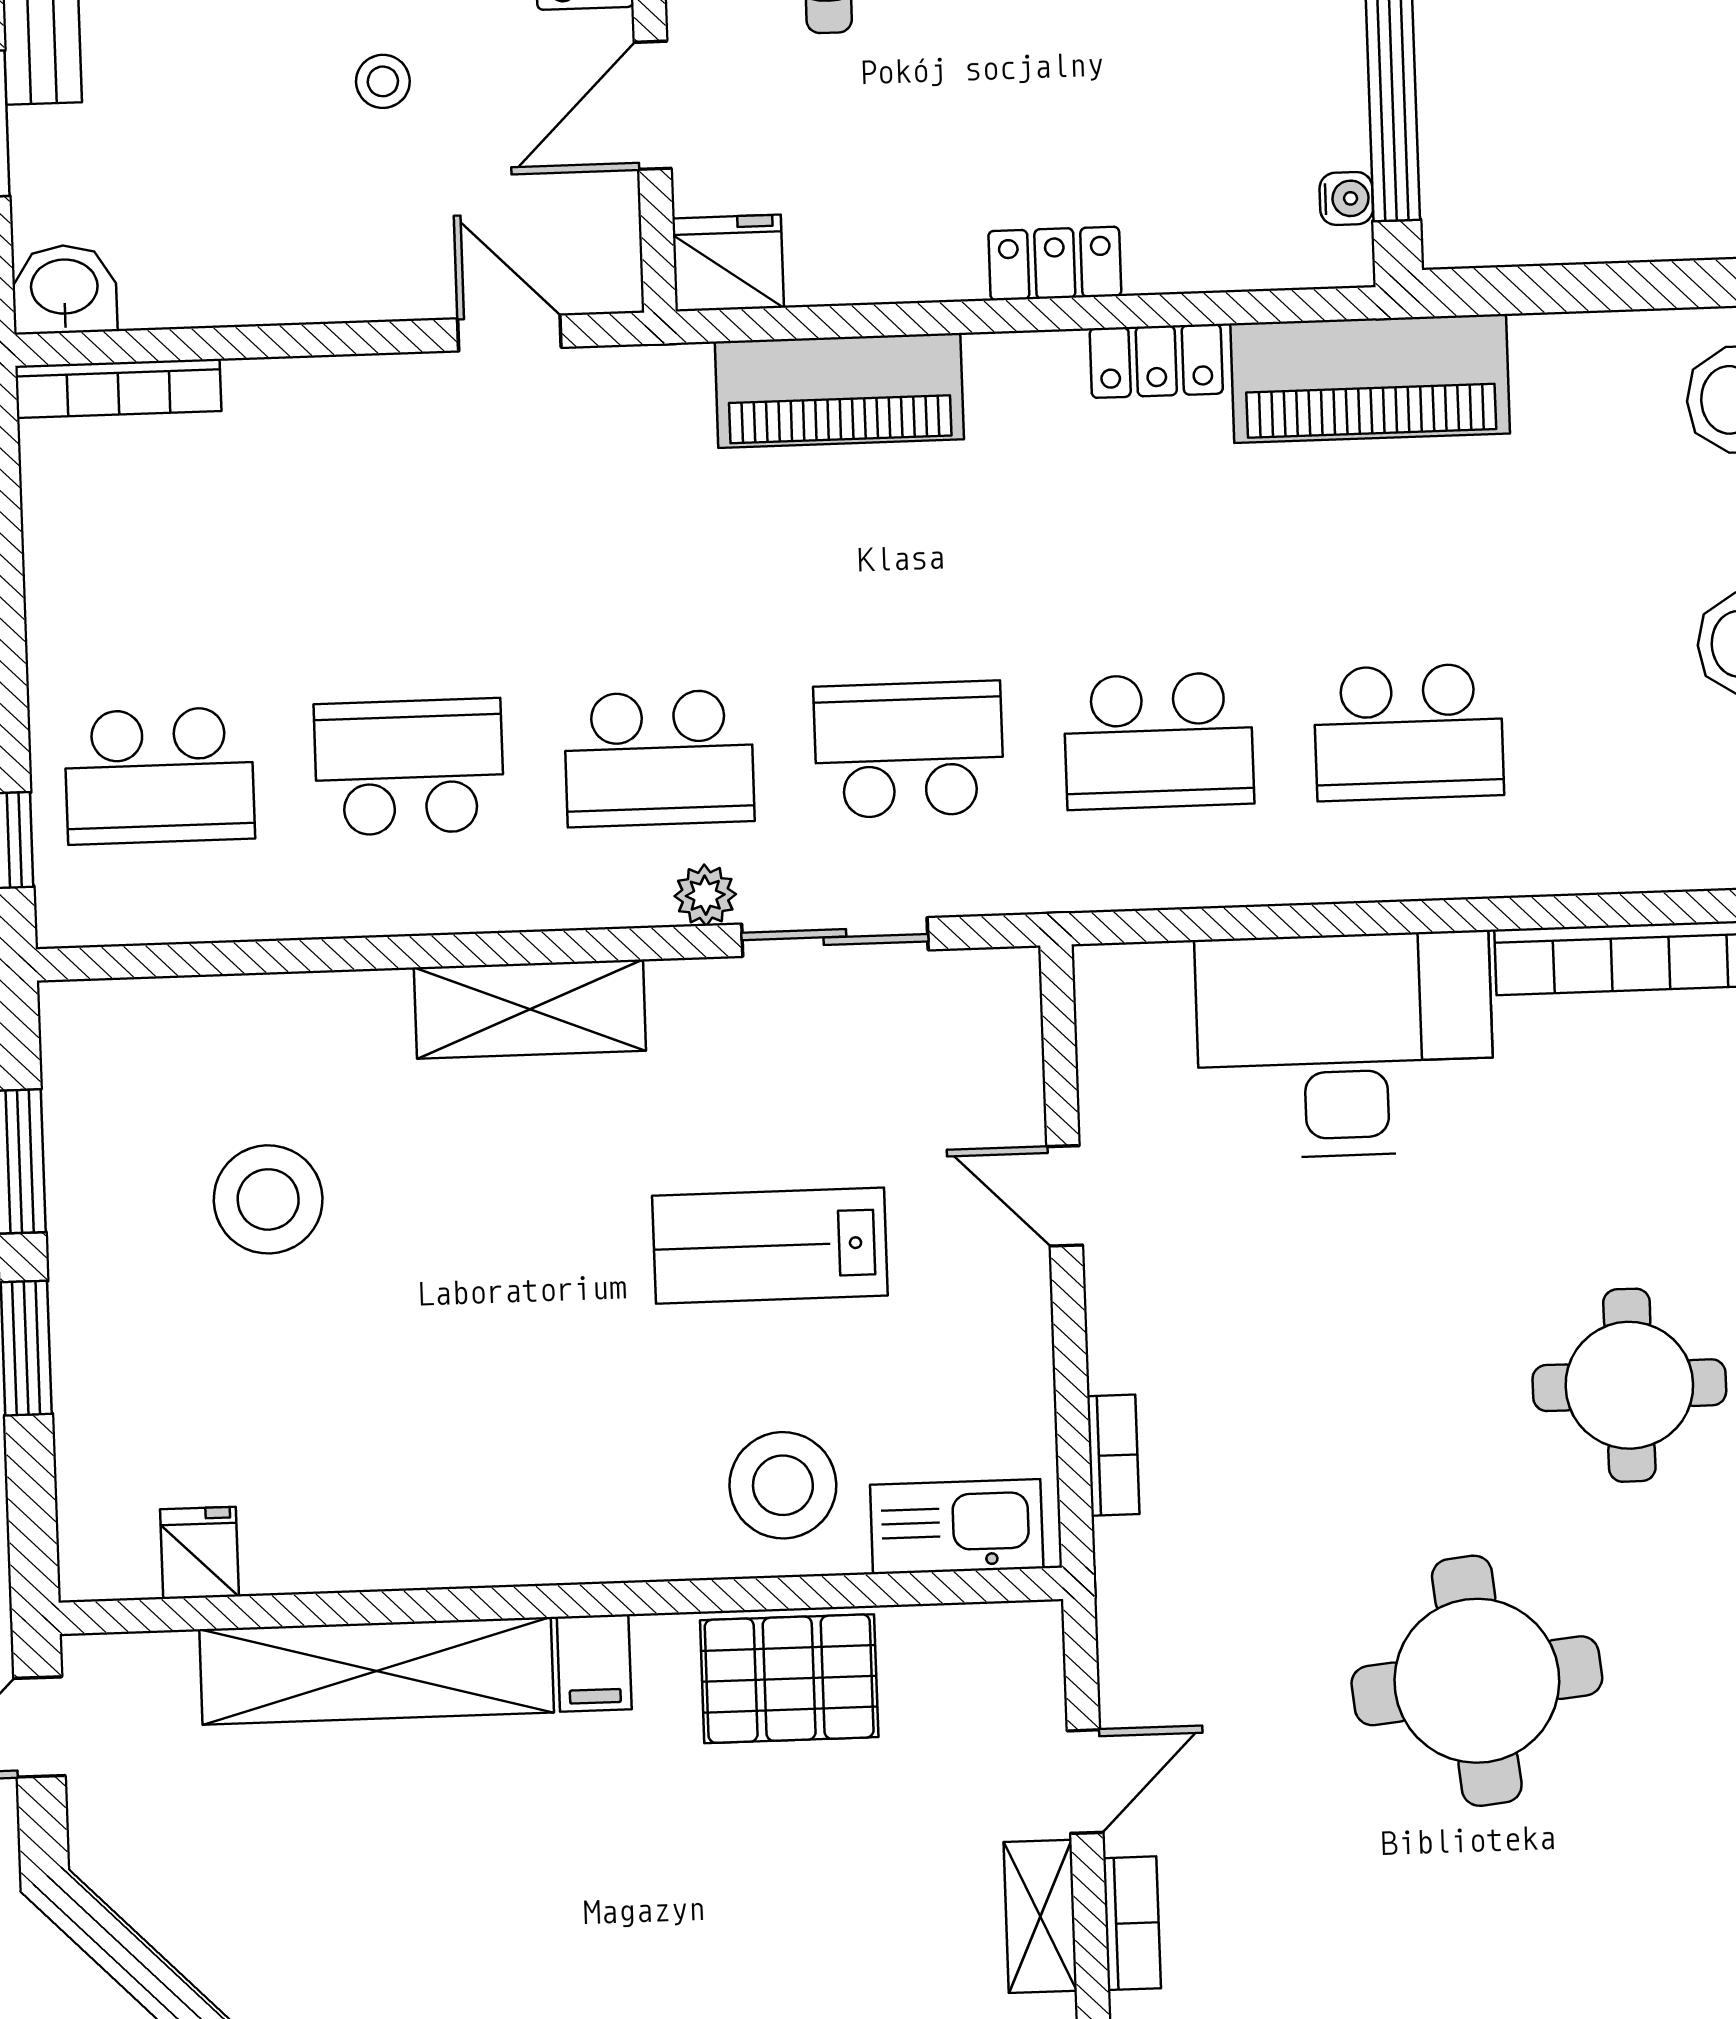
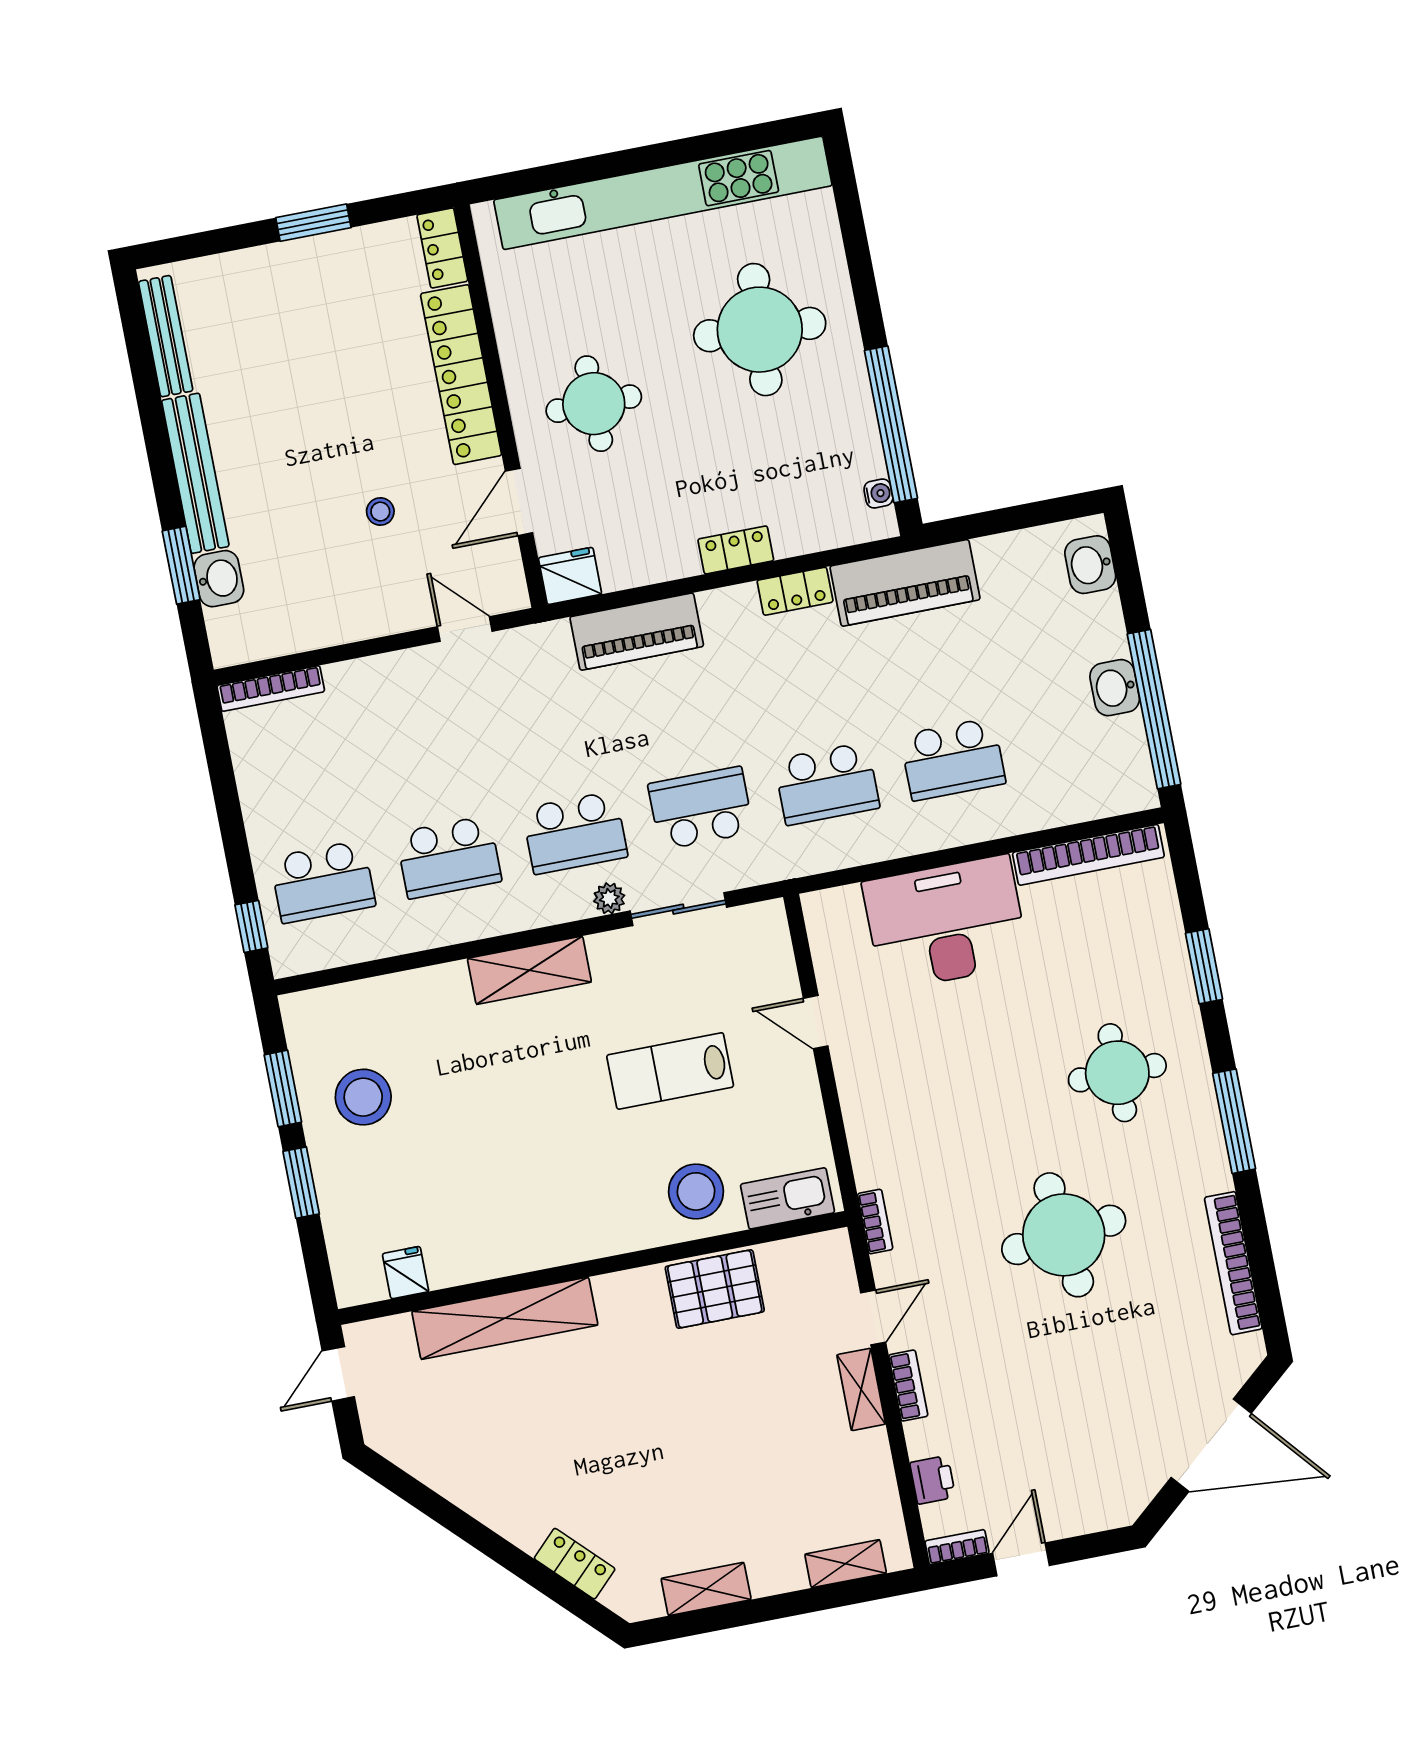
washbasin: (64, 289) -> (219, 579), moved, turned 90
school desk: (409, 767) -> (449, 857), turned 180
stool: (268, 1199) -> (363, 1097), moved
bookcase: (1113, 1455) -> (875, 1222), moved
filing cabinet: (594, 1663) -> (615, 1297), removed

